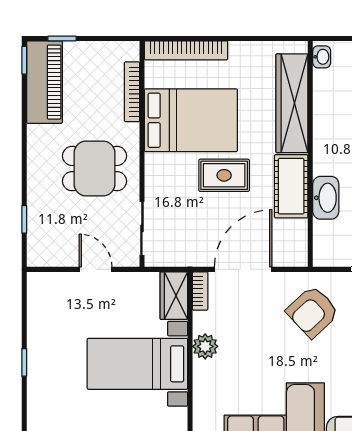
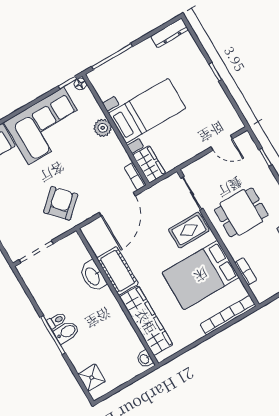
bookcase: (132, 92) -> (246, 271), width x0.64
rug: (224, 175) -> (189, 230), moved
door: (96, 269) -> (222, 143), moved
plant: (205, 346) -> (103, 128), moved

